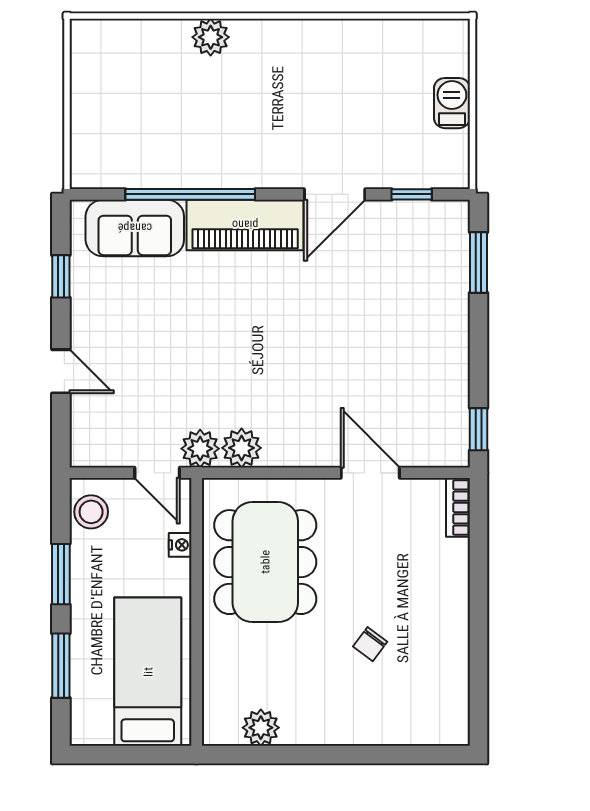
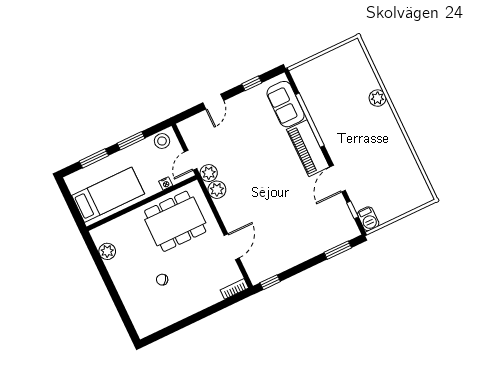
barbecue: (452, 103) -> (368, 219), moved, turned 90
door: (335, 194) -> (338, 179), hinge flipped

